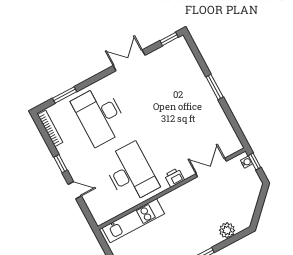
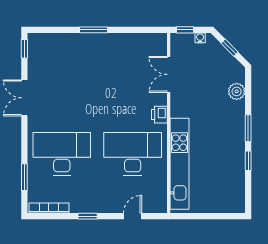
desk: (100, 115) -> (62, 154), turned 180
water cooler: (246, 162) -> (200, 38), moved
door: (75, 190) -> (133, 216), moved
window: (260, 205) -> (230, 48), added
kitchen unit: (133, 221) -> (179, 164), width x1.36

